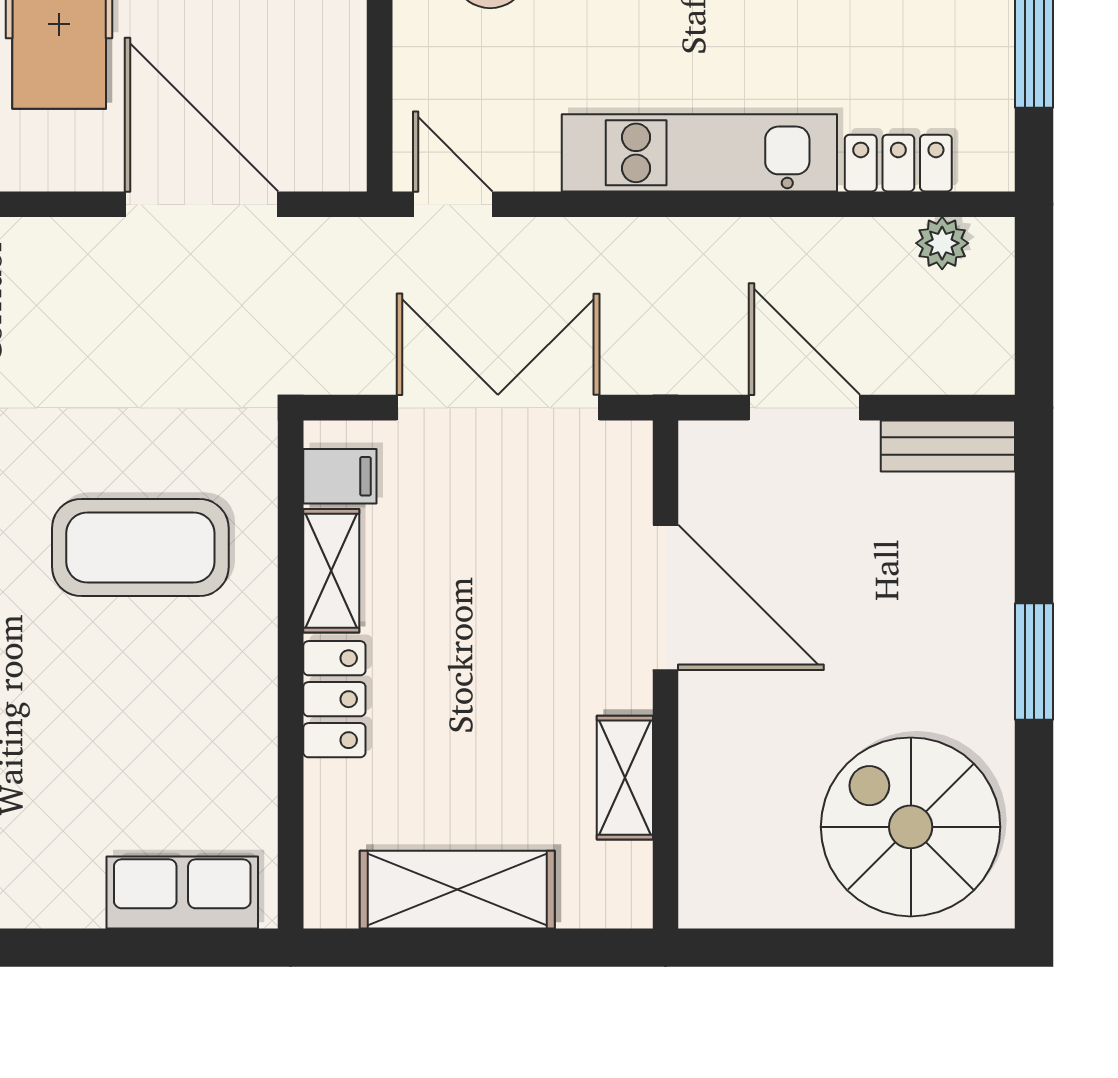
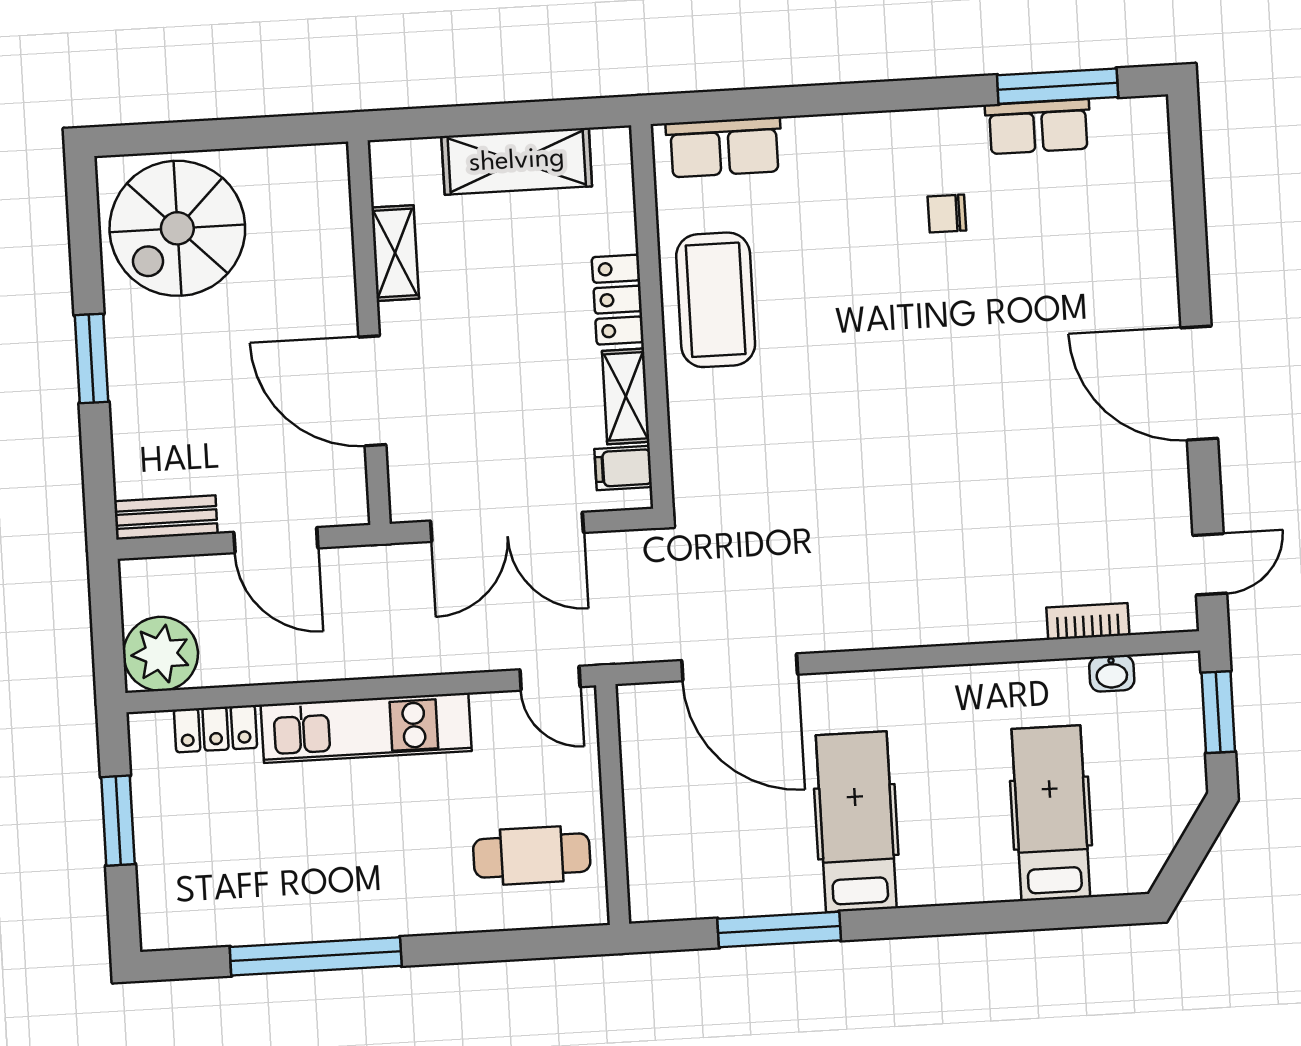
plant: (942, 243) -> (161, 654), width x1.88, depth x1.88
coffee table: (140, 548) -> (716, 300), moved, turned 90
spiral stairs: (911, 827) -> (177, 228), turned 90

